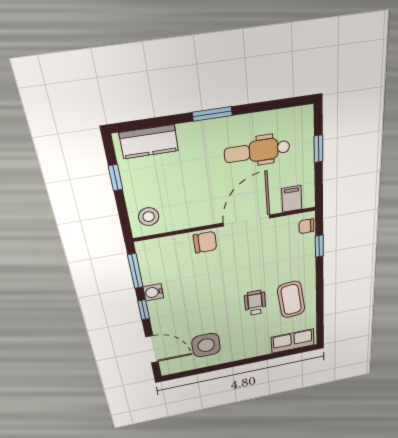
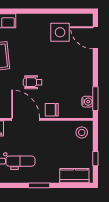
door: (247, 220) -> (26, 119), swing flipped
water cooler: (153, 292) -> (87, 102), moved
wheelchair: (255, 303) -> (33, 82), moved, turned 90
window: (144, 310) -> (95, 70), removed

